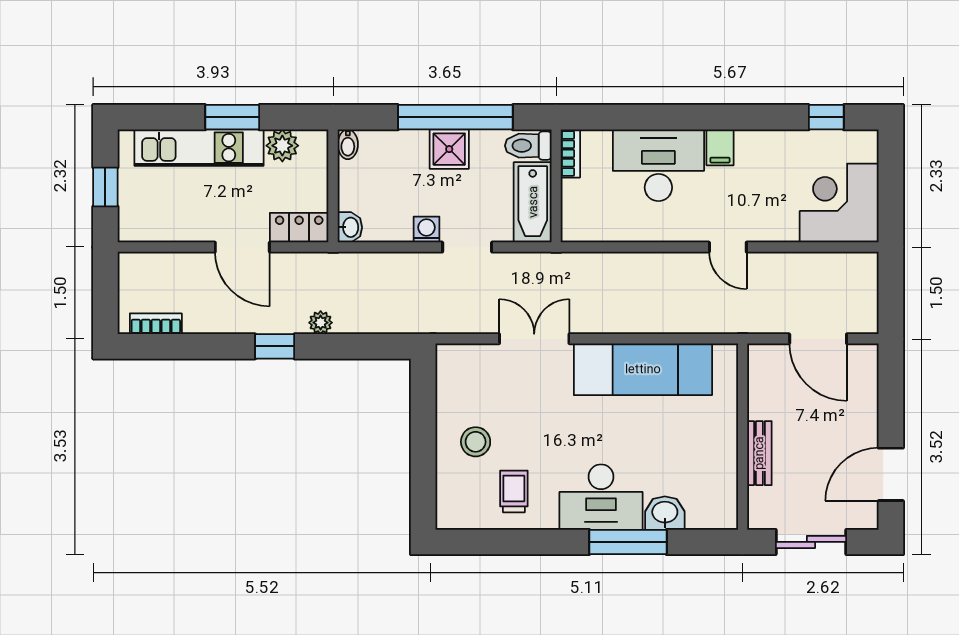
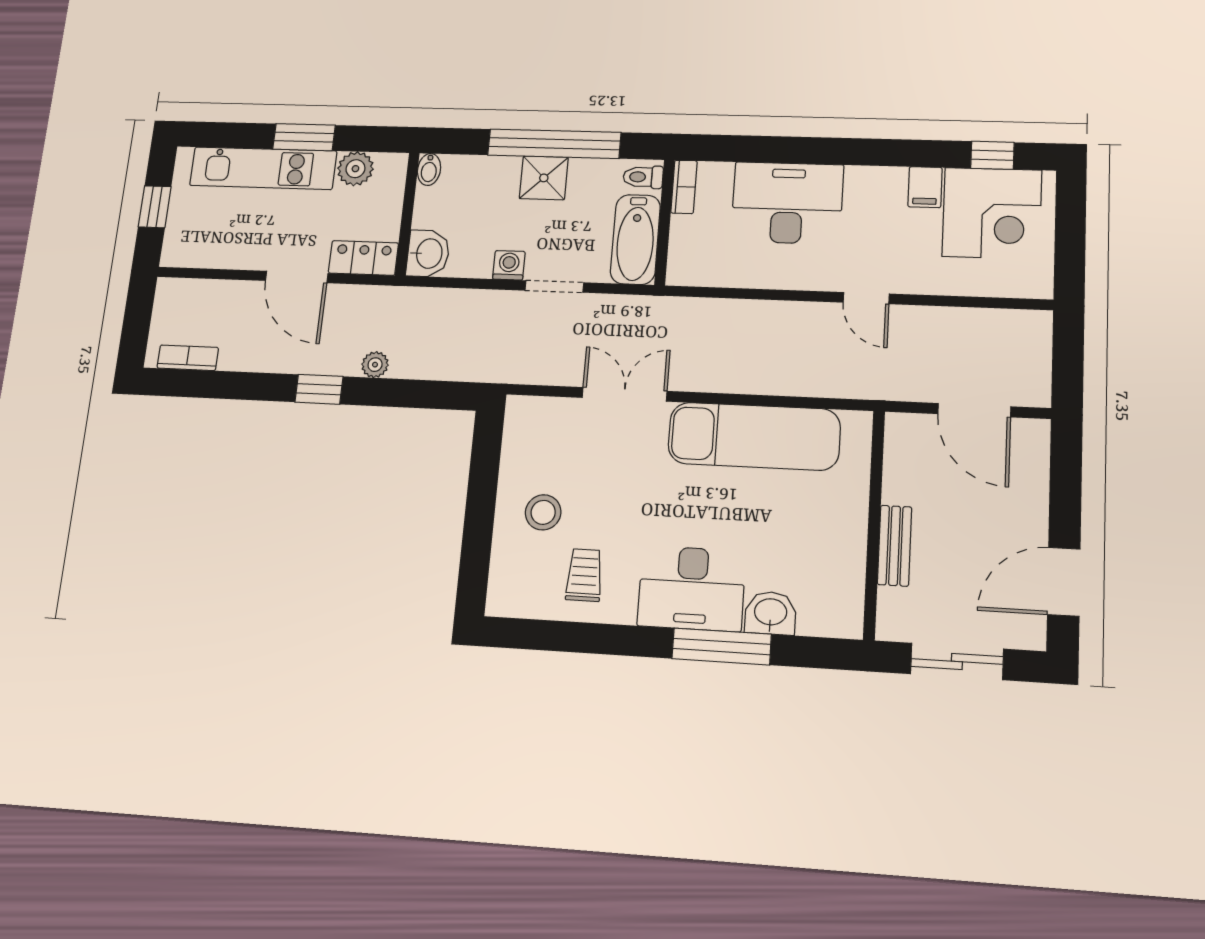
toilet: (528, 146) -> (643, 177), width x0.73, depth x0.72
filing cabinet: (720, 147) -> (925, 187), moved
corner desk: (839, 203) -> (992, 213), moved, turned 180
washbasin: (350, 227) -> (428, 253), width x1.38, depth x1.45

